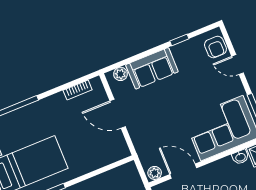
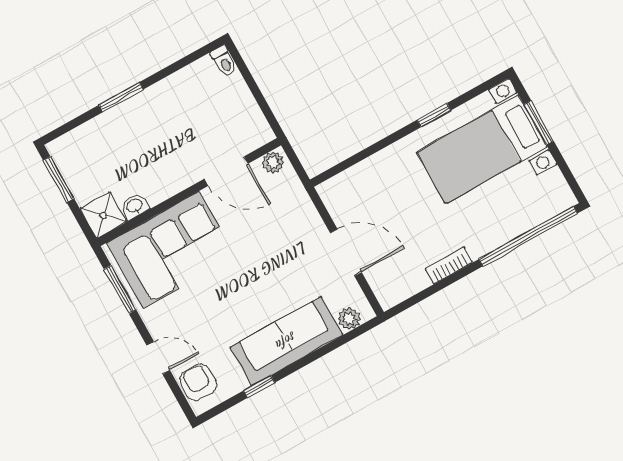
sofa: (152, 68) -> (286, 341), width x1.36
bookcase: (78, 90) -> (449, 266), moved

